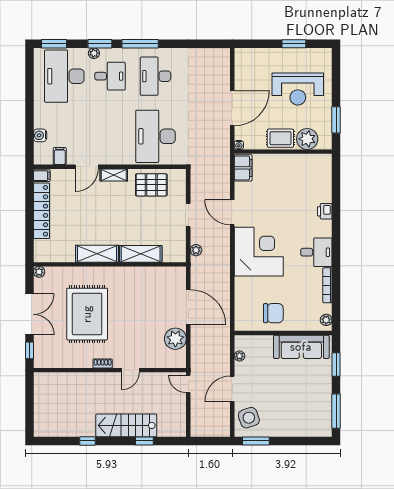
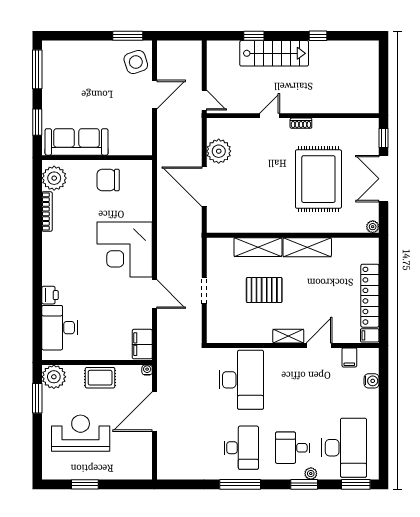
window: (140, 44) -> (240, 484), moved
plant: (307, 139) -> (54, 377), moved
pallet: (151, 185) -> (264, 290), moved
plant: (196, 250) -> (195, 251), removed
desk: (316, 252) -> (60, 328), moved, width x1.37
plant: (326, 320) -> (54, 178), width x1.88, depth x1.88
plant: (239, 356) -> (146, 132), removed

